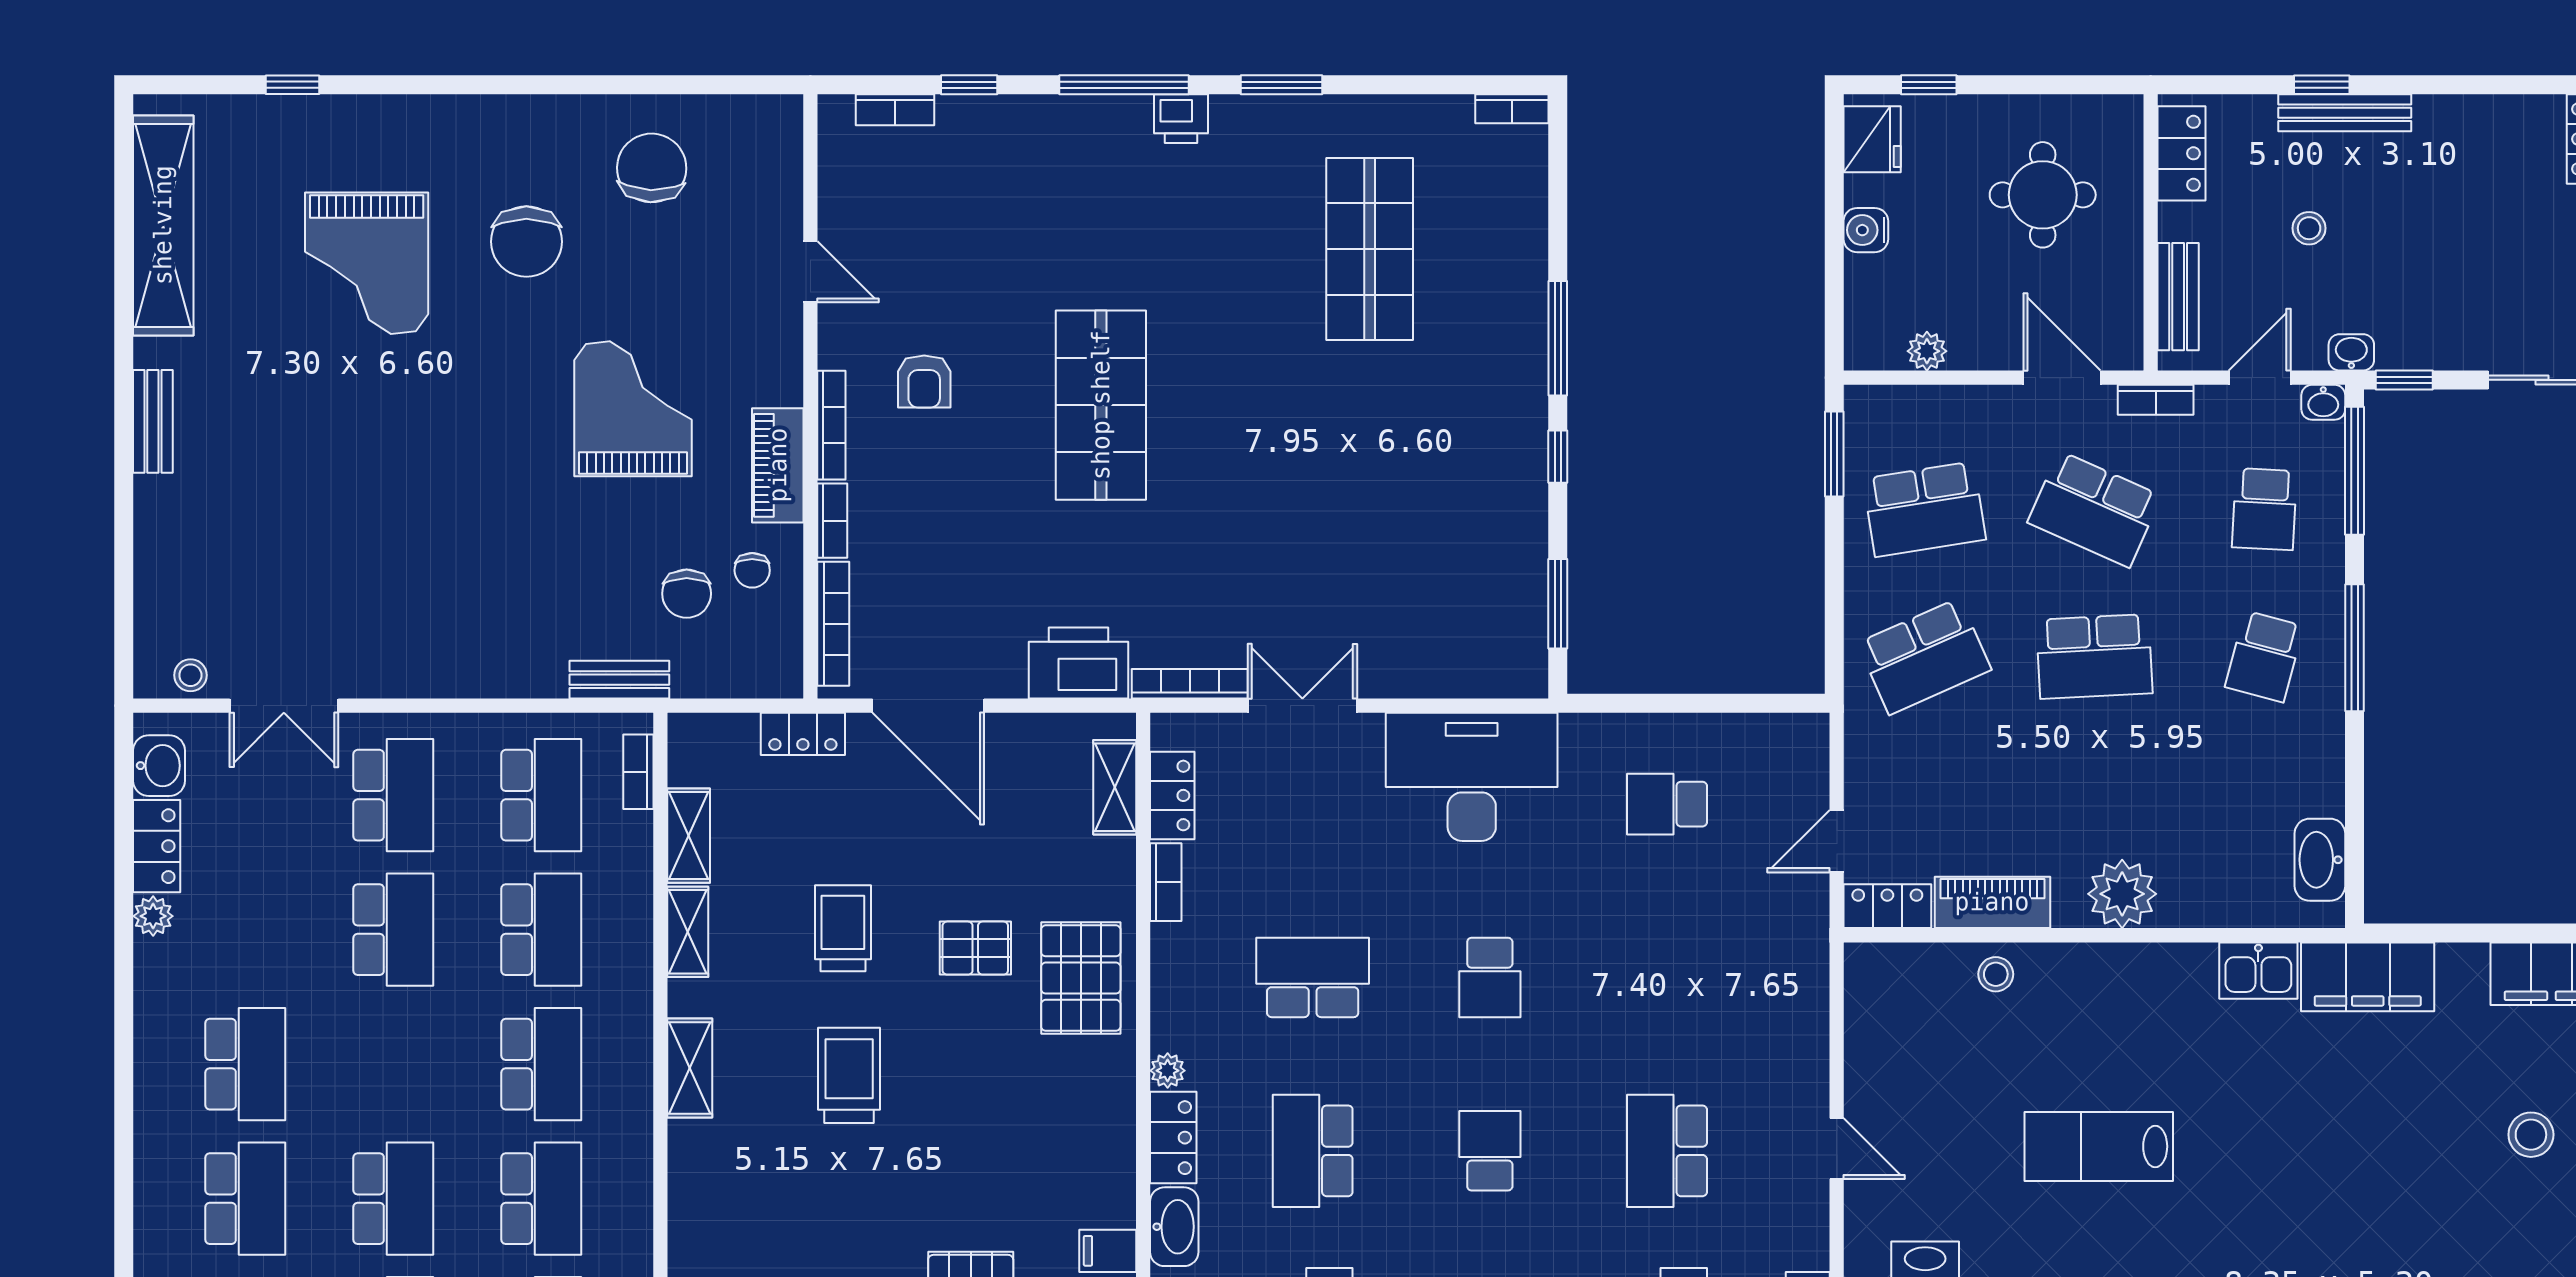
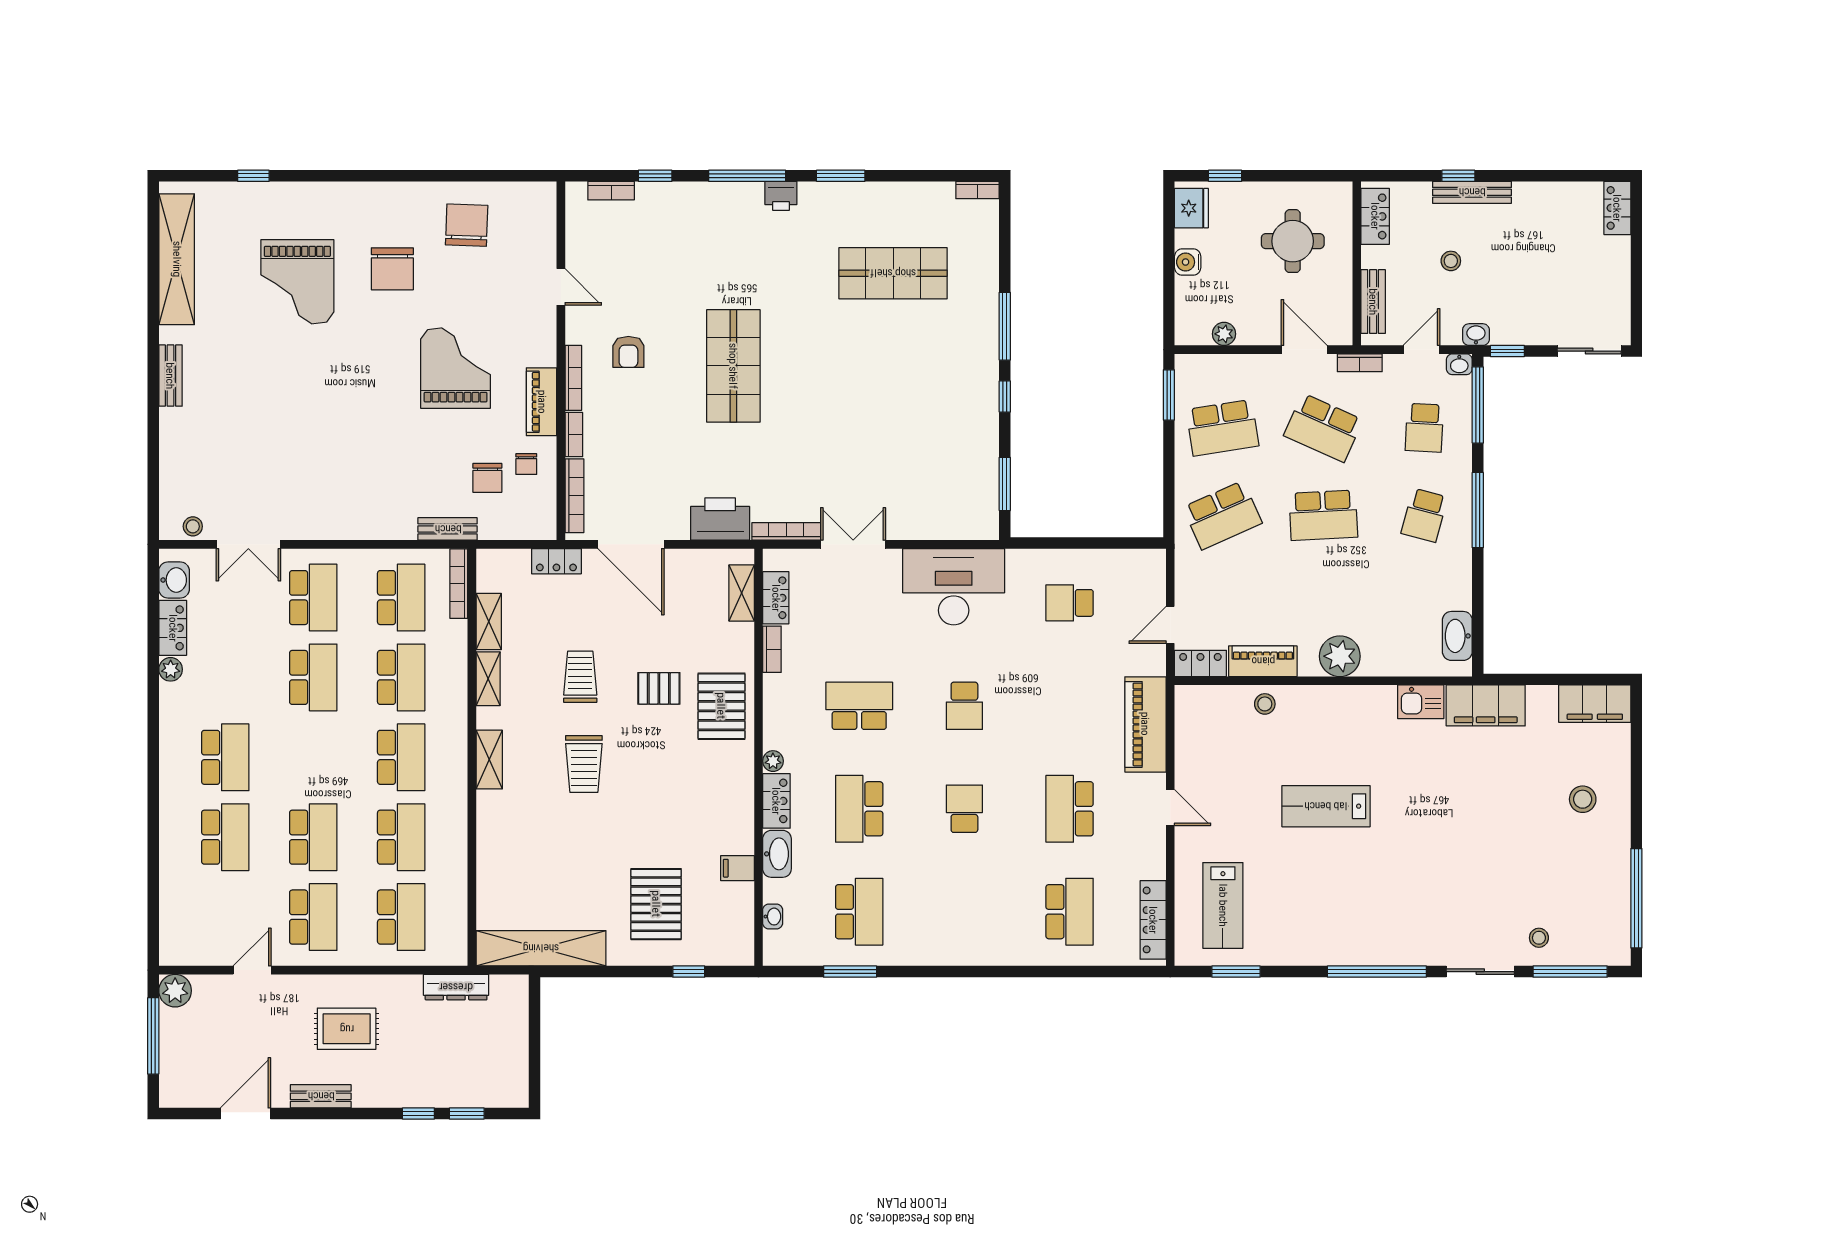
shop shelf: (1370, 249) -> (893, 273), turned 90
bookcase: (638, 772) -> (459, 584), width x1.56
piano: (1795, 1009) -> (1145, 724), added
trolley: (849, 1075) -> (584, 764), turned 180

